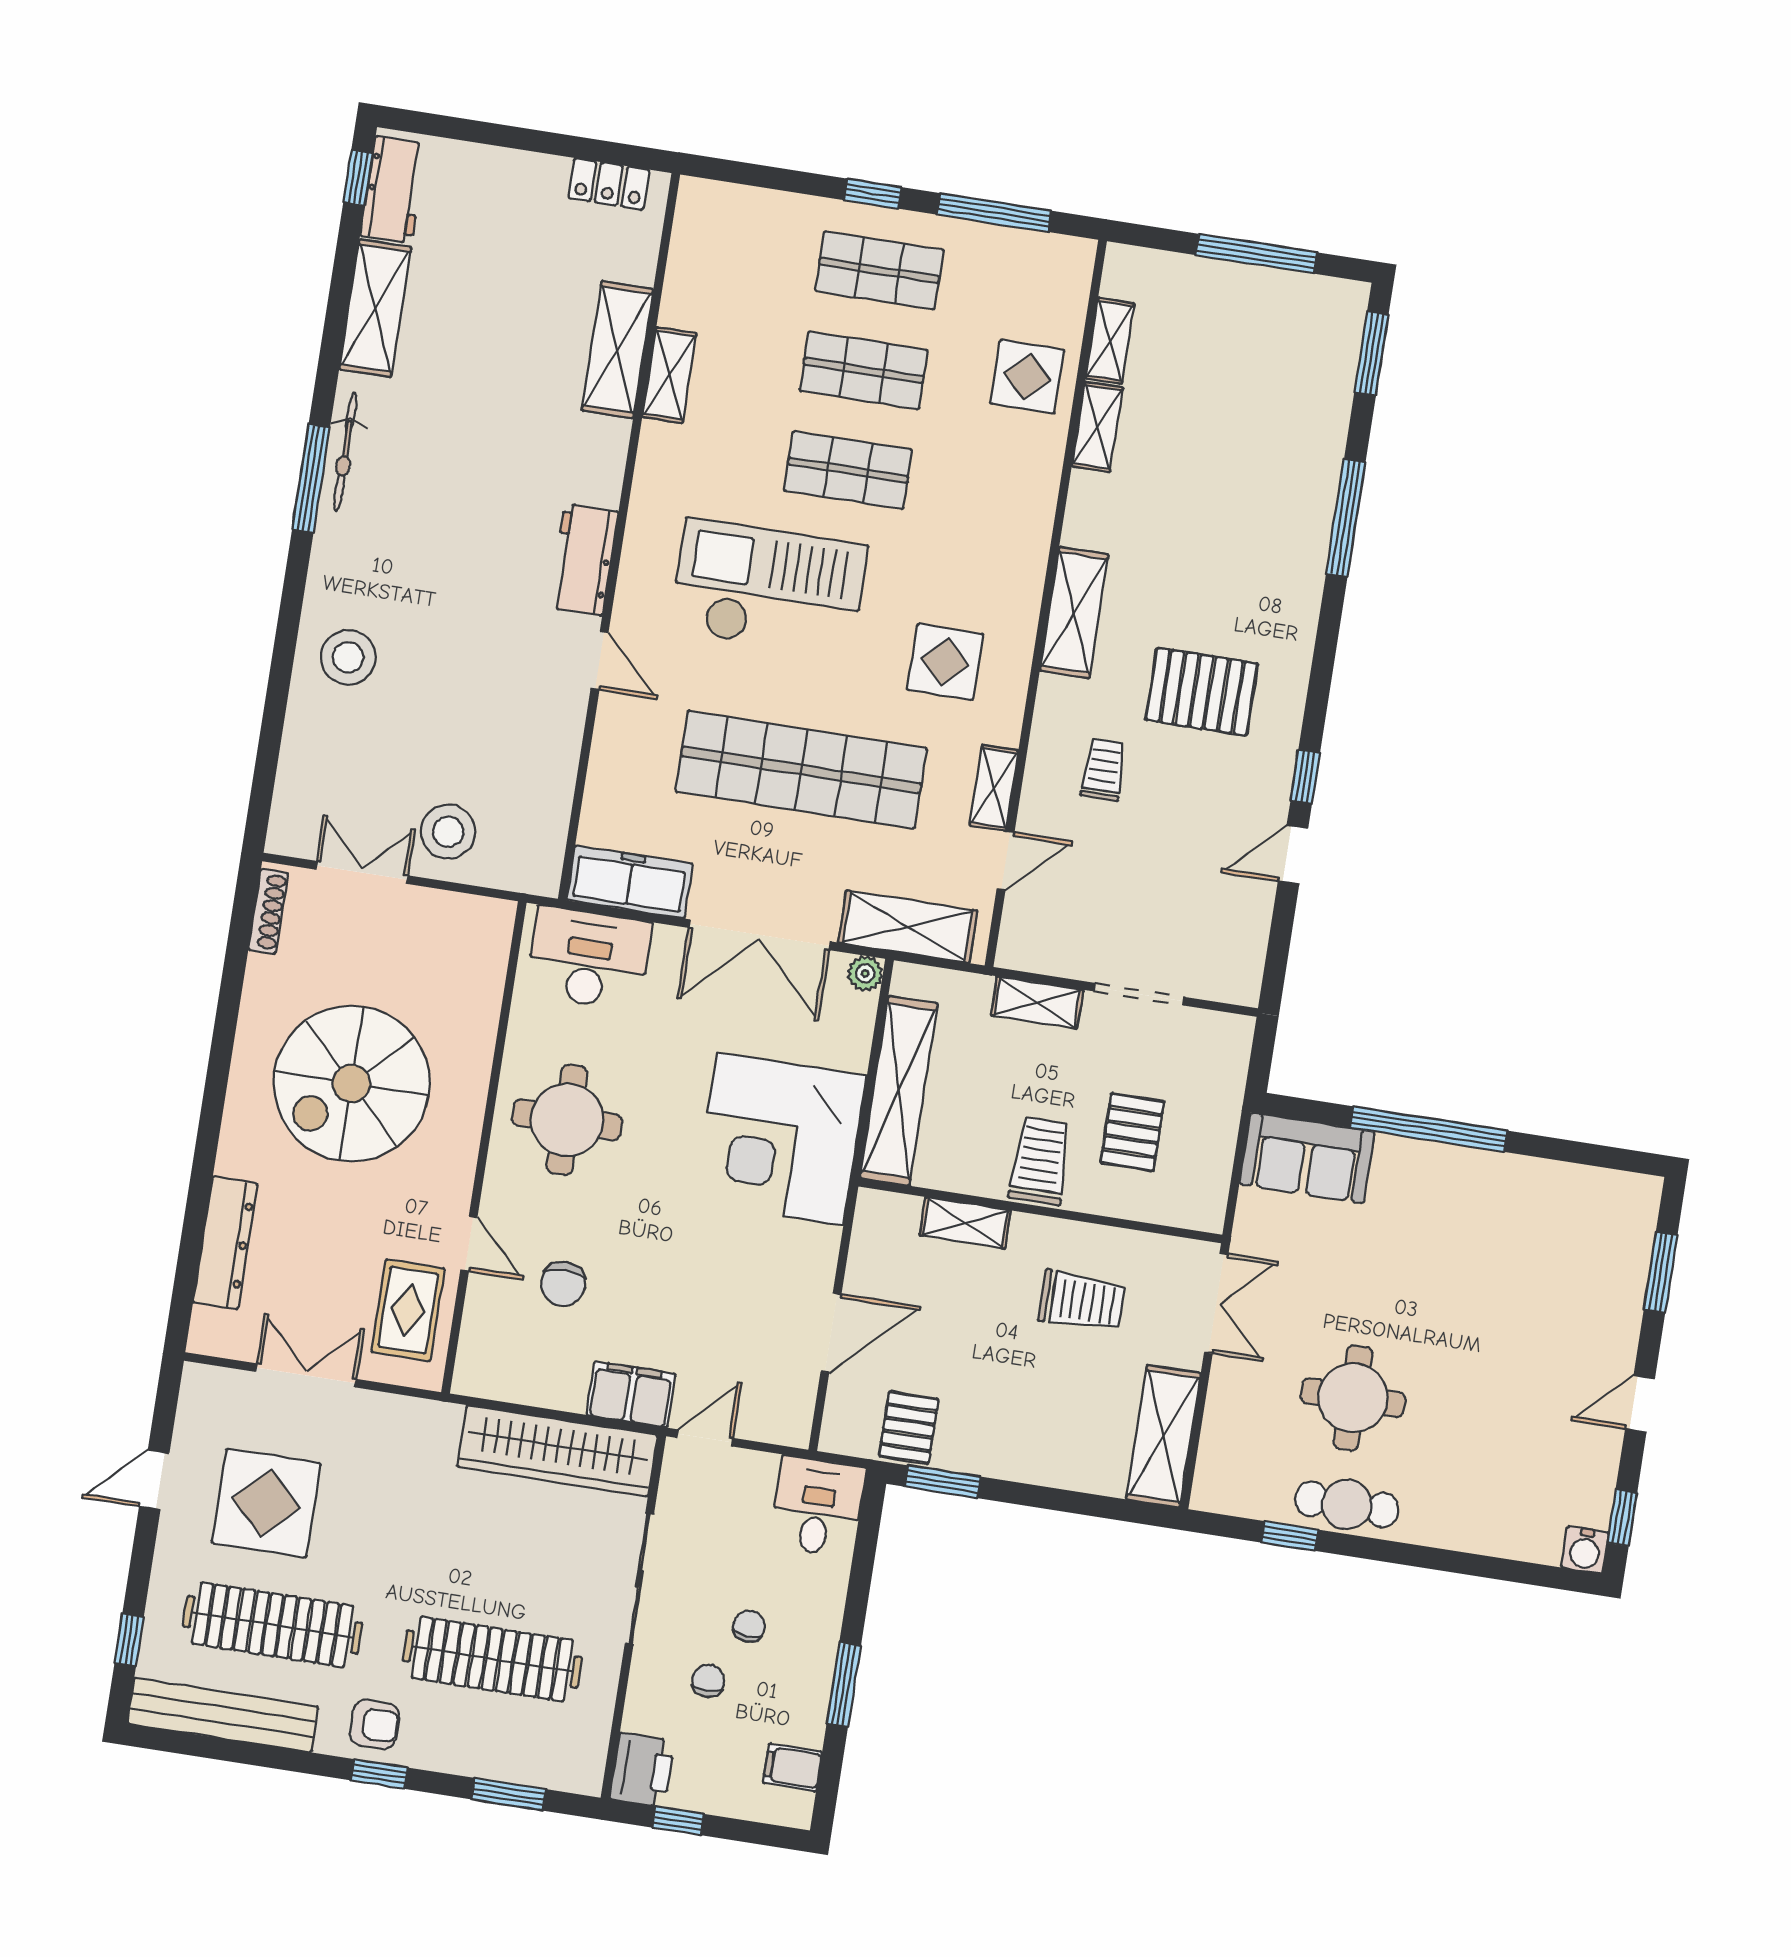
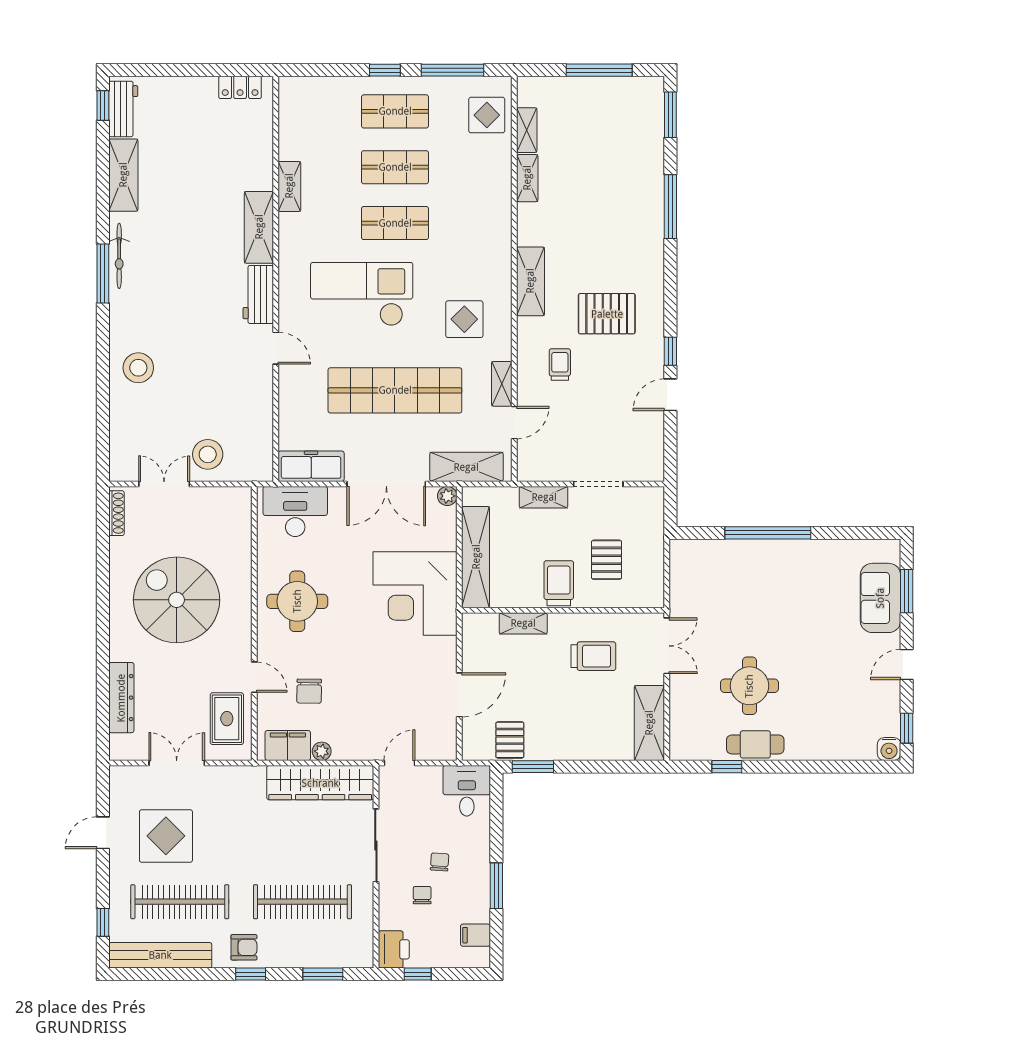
shelving: (617, 350) -> (259, 227), moved
display table: (1027, 377) -> (487, 115), moved
spiral stairs: (351, 1083) -> (177, 600), turned 90
sofa: (1307, 1158) -> (880, 598), moved, turned 90
filing cabinet: (631, 1394) -> (288, 746), moved
plant: (569, 1395) -> (322, 751), added

